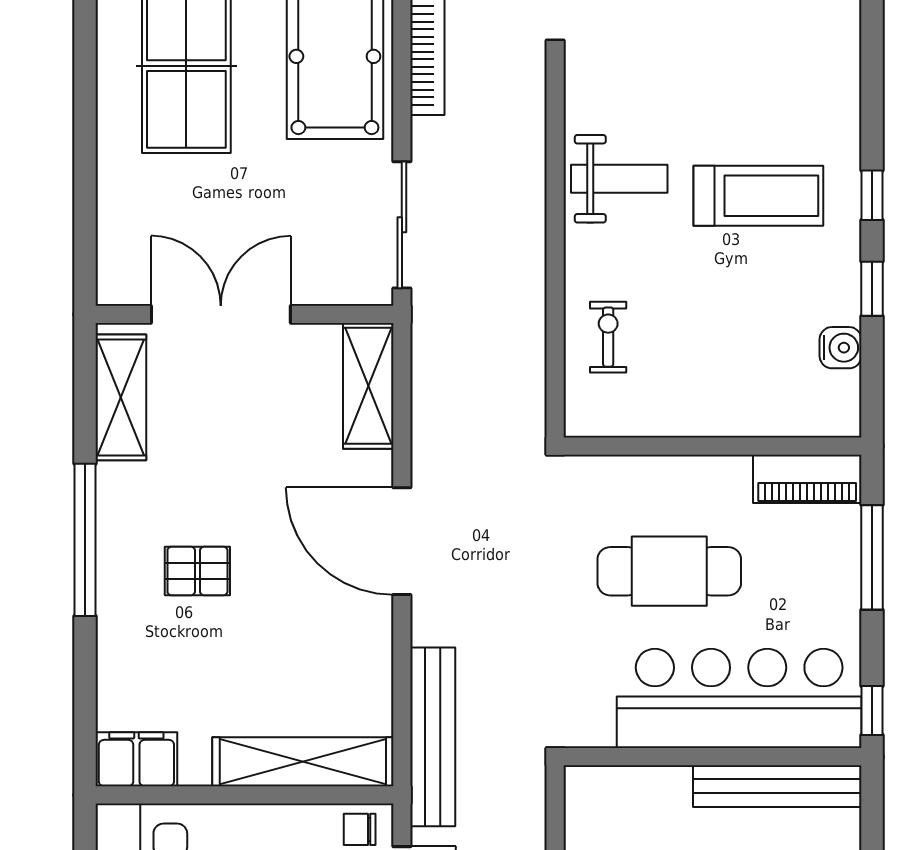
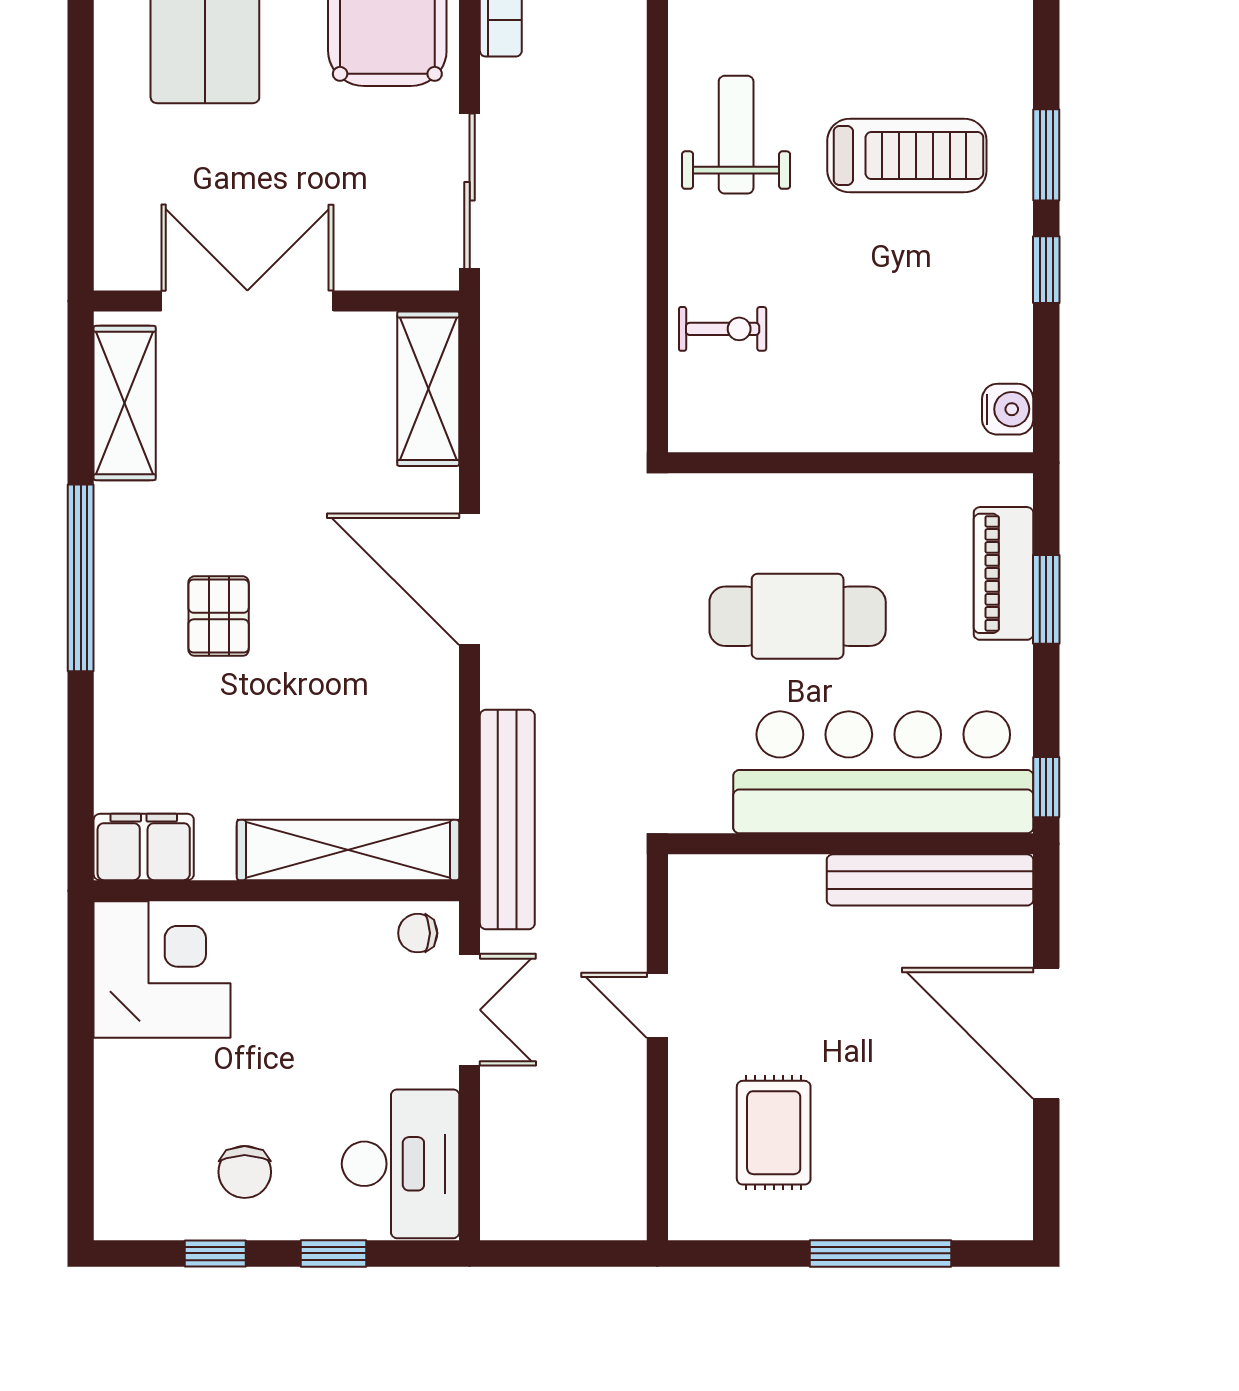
weight bench: (619, 179) -> (736, 135), turned -90
window: (872, 195) -> (1046, 155), width x1.50
exercise bike: (608, 337) -> (723, 329), turned 90
water cooler: (840, 348) -> (1008, 409), moved
piano: (807, 479) -> (1003, 573), moved, turned 90
window: (872, 557) -> (1046, 599), width x0.69
pallet: (197, 571) -> (219, 616), turned 90

